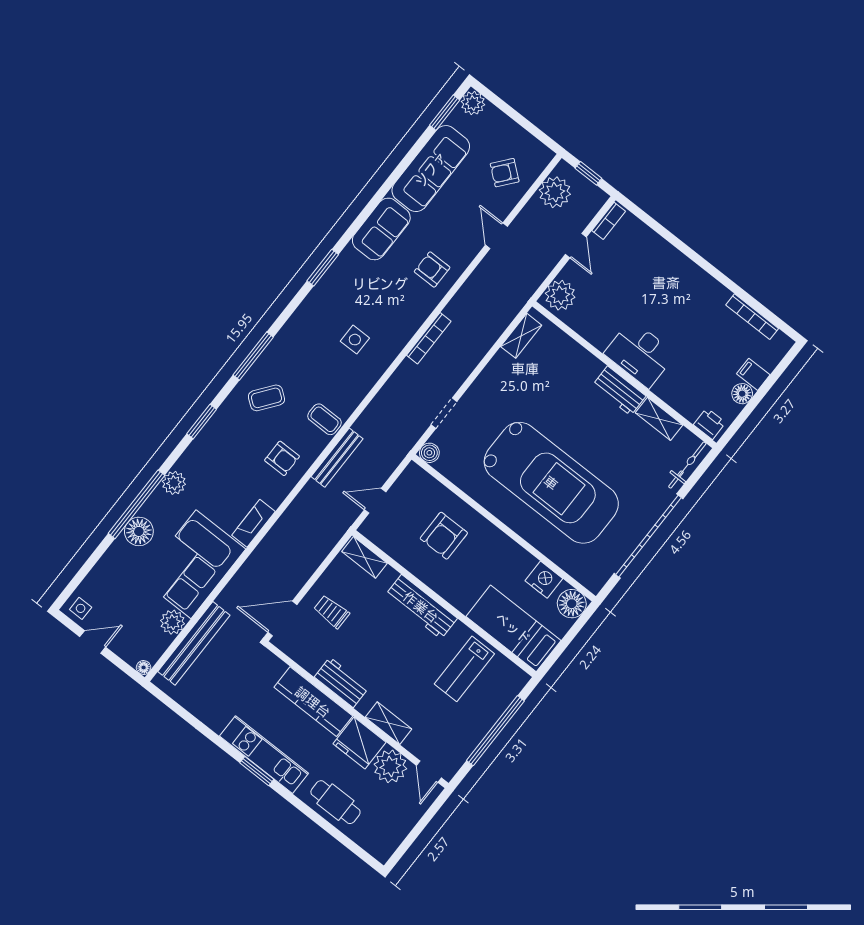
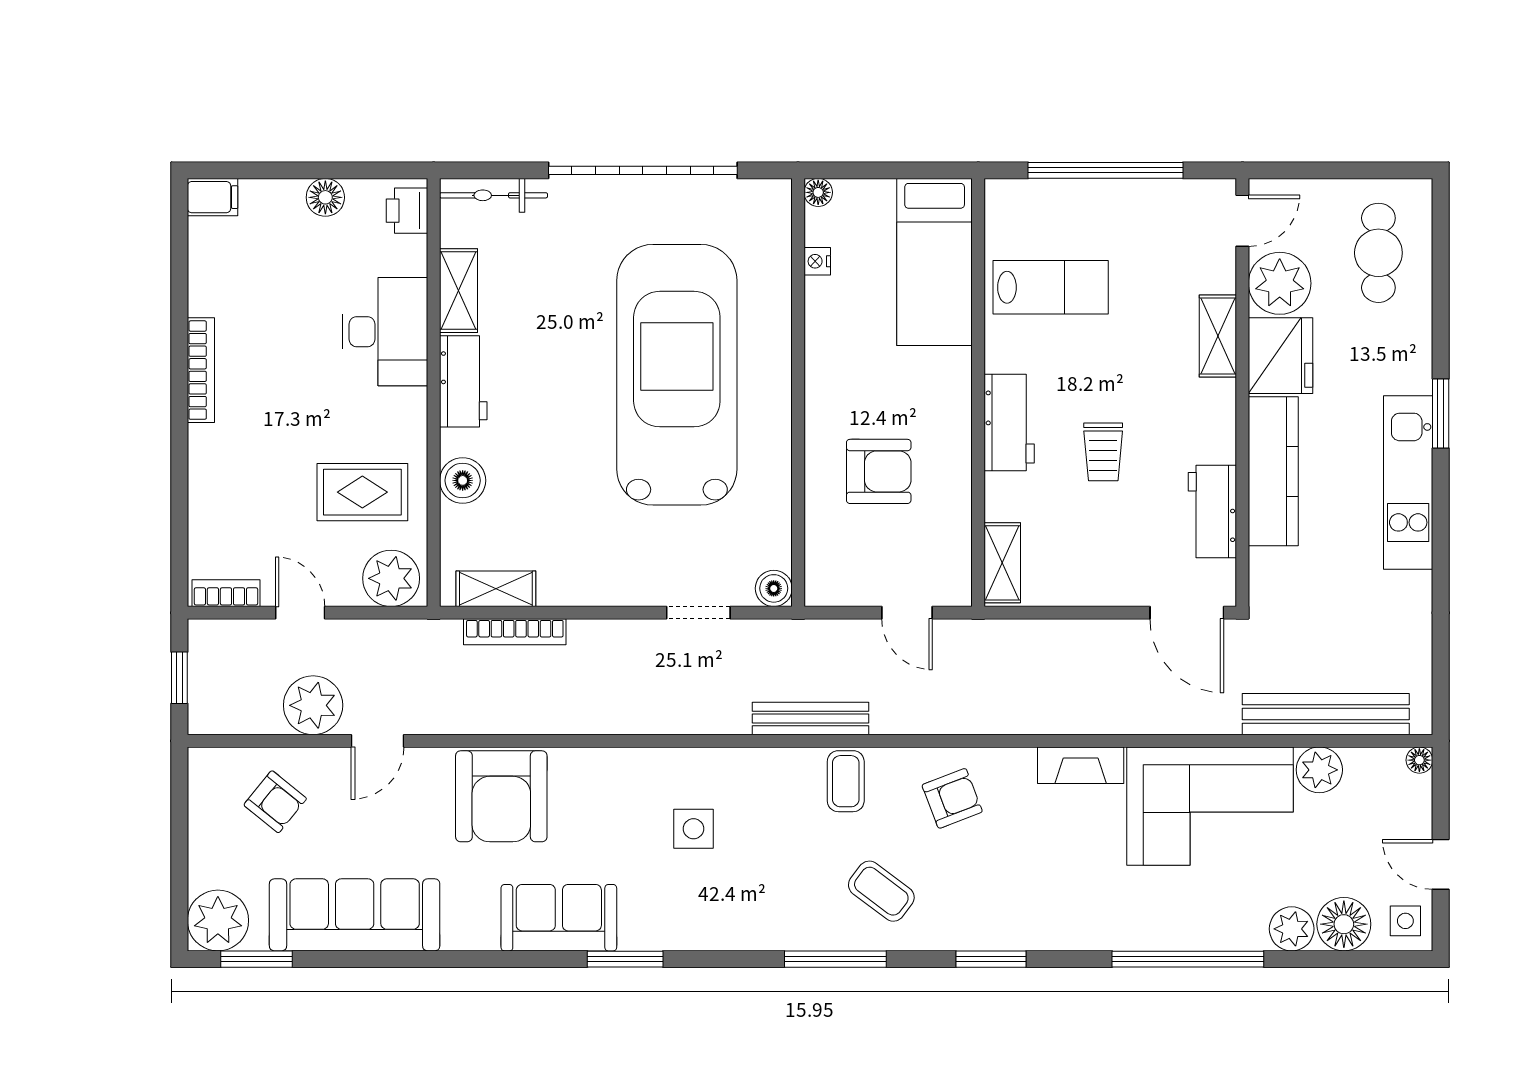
plant: (473, 103) -> (218, 920), width x1.36, depth x1.36
plant: (555, 192) -> (313, 705), moved
sofa: (381, 229) -> (559, 918), moved
door: (576, 246) -> (300, 613), hinge flipped
armchair: (432, 269) -> (501, 796), width x1.88, depth x1.88
rug: (606, 312) -> (362, 492), added
bookcase: (752, 317) -> (201, 370), moved
bookcase: (429, 338) -> (515, 632), moved, turned 180
desk: (640, 354) -> (385, 332), moved
boiler: (578, 358) -> (463, 480), added
filing cabinet: (753, 374) -> (213, 197), moved, turned -90
armchair: (282, 458) -> (952, 798), turned 69
bench: (337, 458) -> (811, 719), moved
plant: (174, 483) -> (1292, 929), moved
floor lamp: (139, 531) -> (1344, 924), moved
nightstand: (544, 580) -> (817, 261), width x0.53, depth x0.56
floor lamp: (572, 604) -> (818, 192), width x0.53, depth x0.53
workbench: (421, 607) -> (1009, 422), width x0.73
trolley: (331, 612) -> (1103, 452), moved
workbench: (342, 682) -> (1212, 511), moved
window: (257, 771) -> (1441, 414), moved
cafe table: (335, 802) -> (1378, 253), moved

